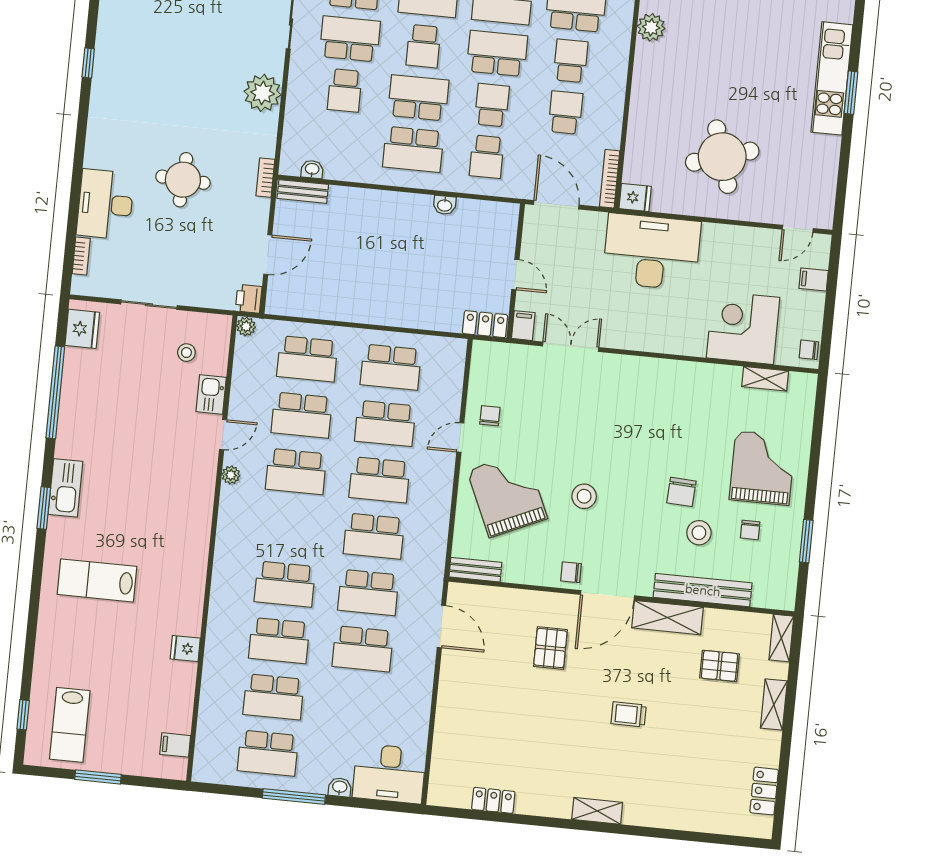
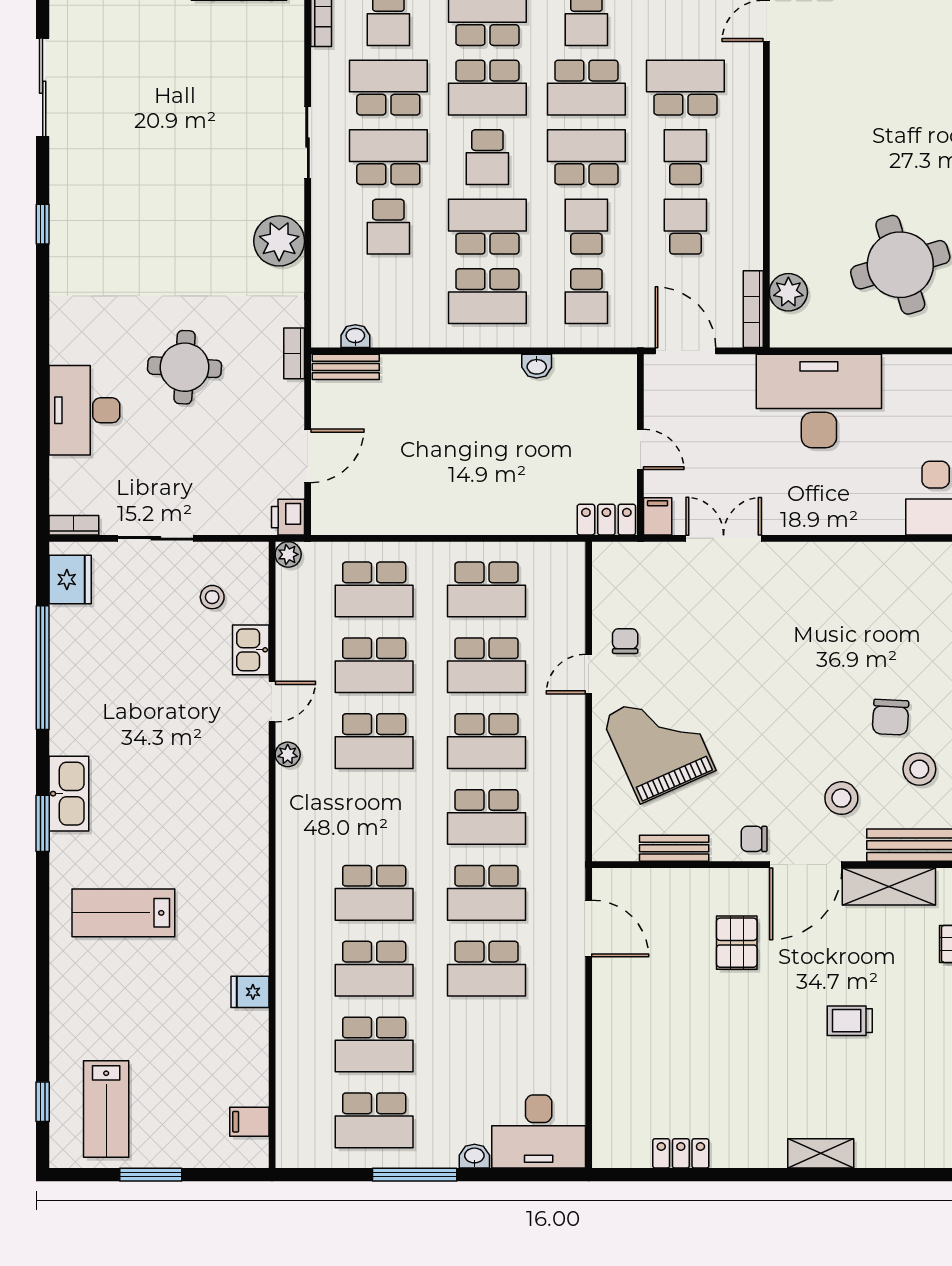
plant: (651, 27) -> (788, 292), moved
fridge: (635, 197) -> (790, 331), removed
bookcase: (81, 256) -> (74, 525), moved, turned -90
stool: (584, 496) -> (841, 798), moved
bench: (475, 570) -> (674, 848), moved

